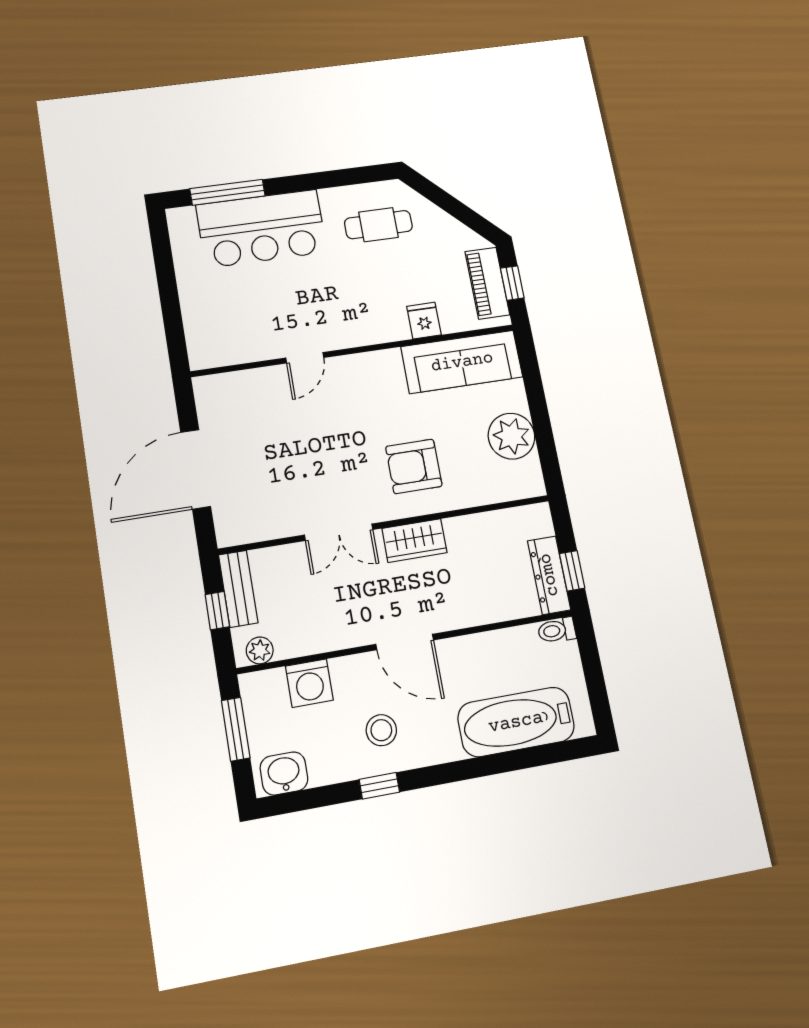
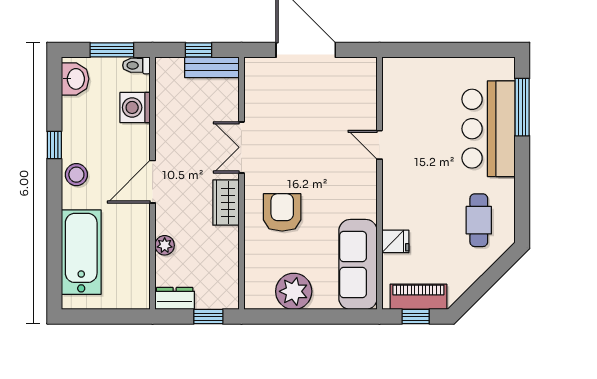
window: (572, 571) -> (208, 317), moved
dresser: (549, 575) -> (175, 298), width x0.70
toilet: (557, 630) -> (136, 65), moved, turned -90
plant: (260, 650) -> (165, 245), moved
stool: (381, 730) -> (76, 175), moved

